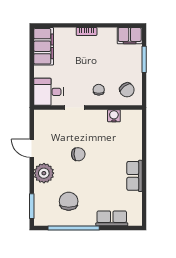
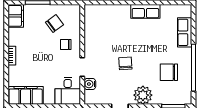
chair: (127, 90) -> (54, 24), moved
water cooler: (114, 116) -> (90, 84), moved

